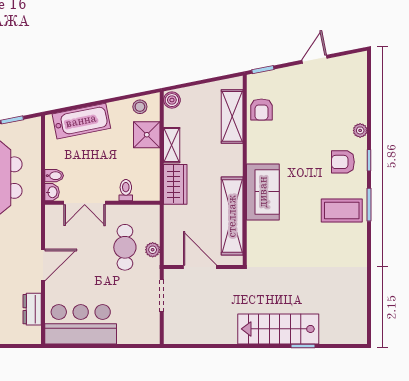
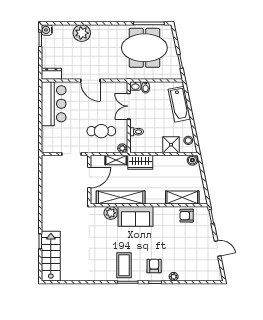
shelving: (172, 145) -> (116, 160), moved
plant: (257, 232) -> (111, 213), added
plant: (153, 250) -> (122, 148), moved
dresser: (32, 309) -> (51, 74), moved
stairs: (278, 329) -> (51, 256), moved

